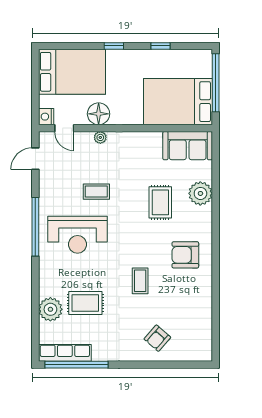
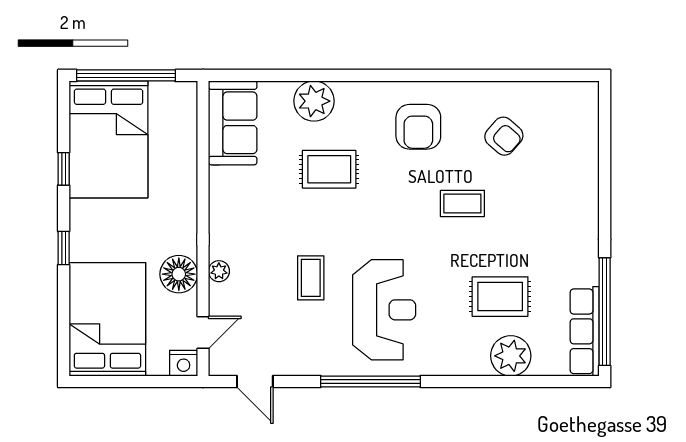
bed: (178, 102) -> (109, 139), moved
rug: (85, 303) -> (500, 297), turned 90
armchair: (157, 338) -> (504, 136), moved

